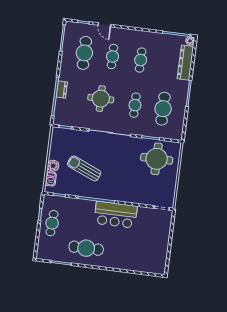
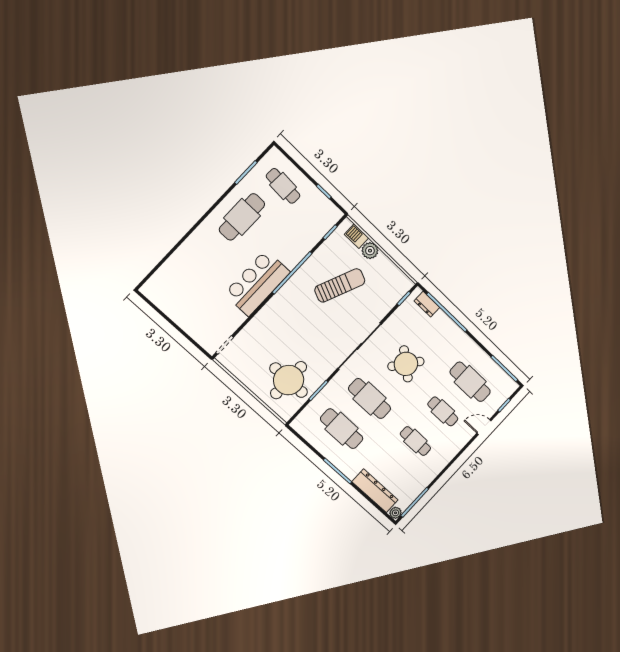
dresser: (62, 89) -> (427, 304), moved
round table: (101, 99) -> (406, 364), turned 38
cafe table: (135, 105) -> (370, 399), width x1.37, depth x1.35
cafe table: (52, 223) -> (283, 186), moved

